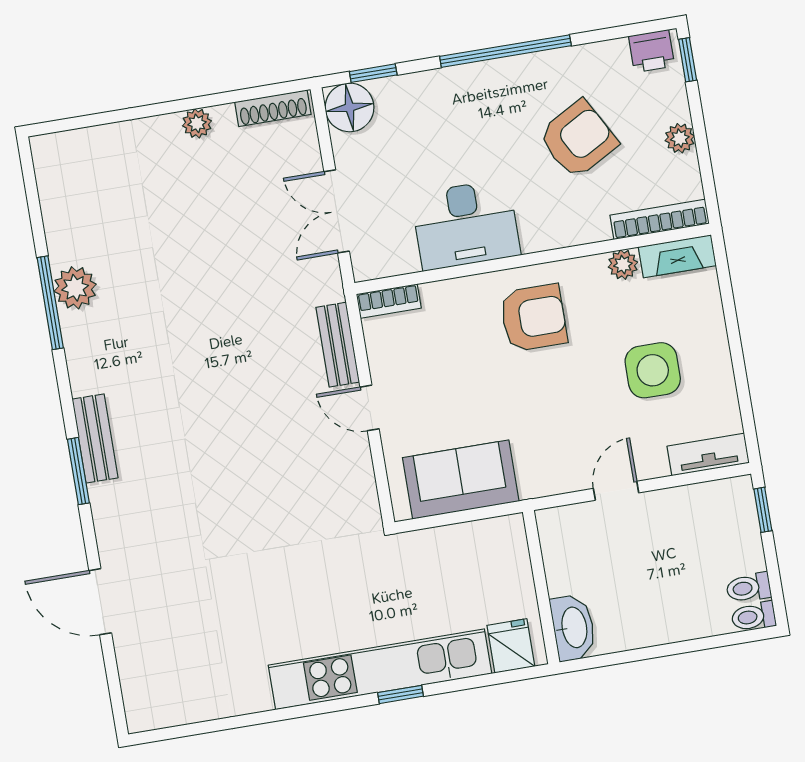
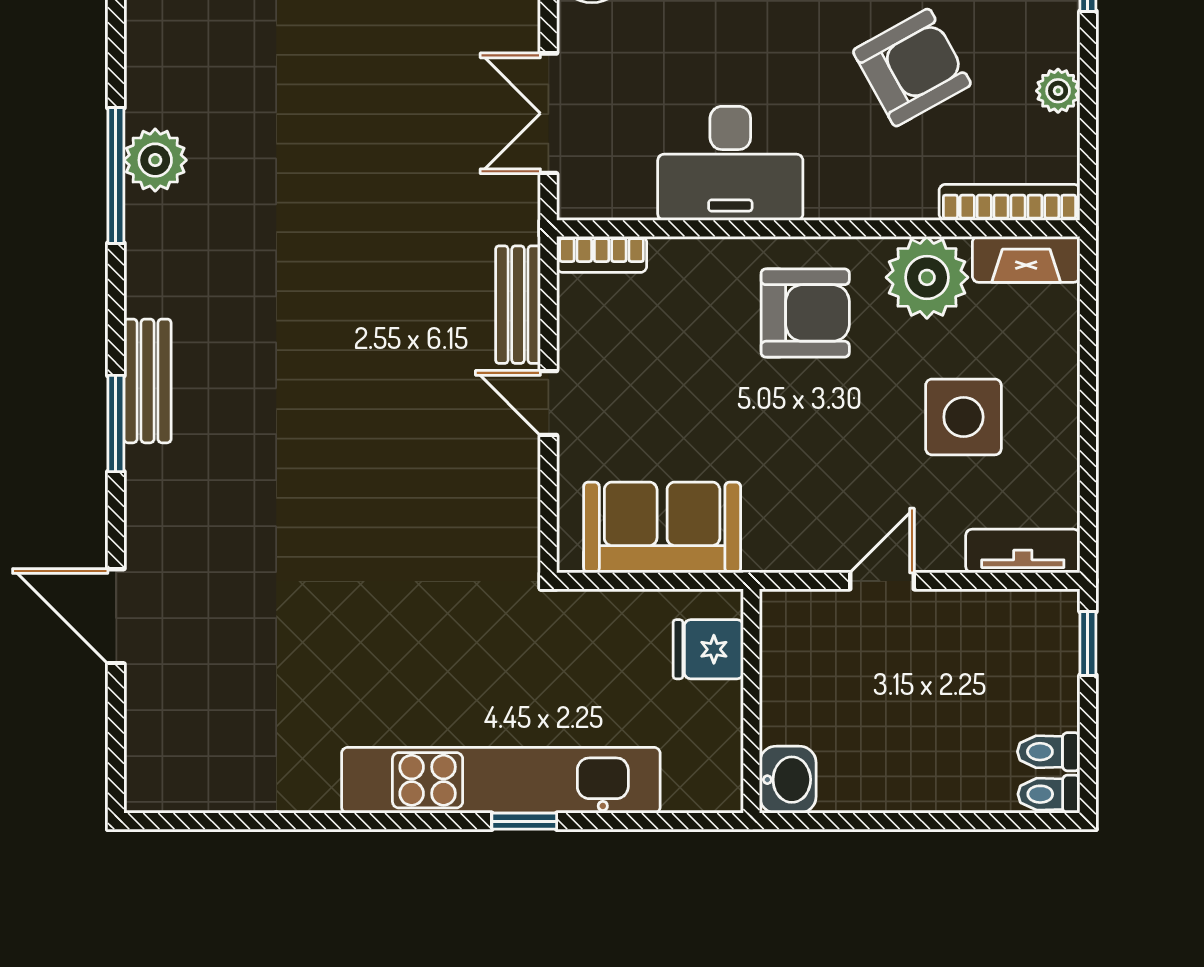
plant: (623, 265) -> (927, 277), width x1.88, depth x1.88
washbasin: (573, 628) -> (788, 780), width x0.72
fridge: (511, 646) -> (708, 649), moved, turned -90

